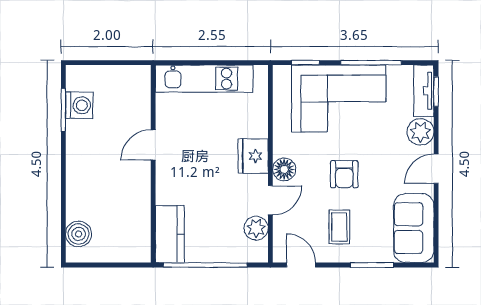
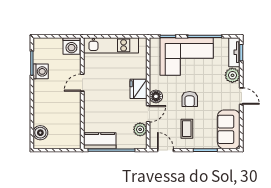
washing machine: (134, 80) -> (71, 46), added
washing machine: (79, 105) -> (41, 71), moved
door: (436, 169) -> (241, 96), swing flipped
kitchen counter: (170, 234) -> (100, 141), moved, turned -90

